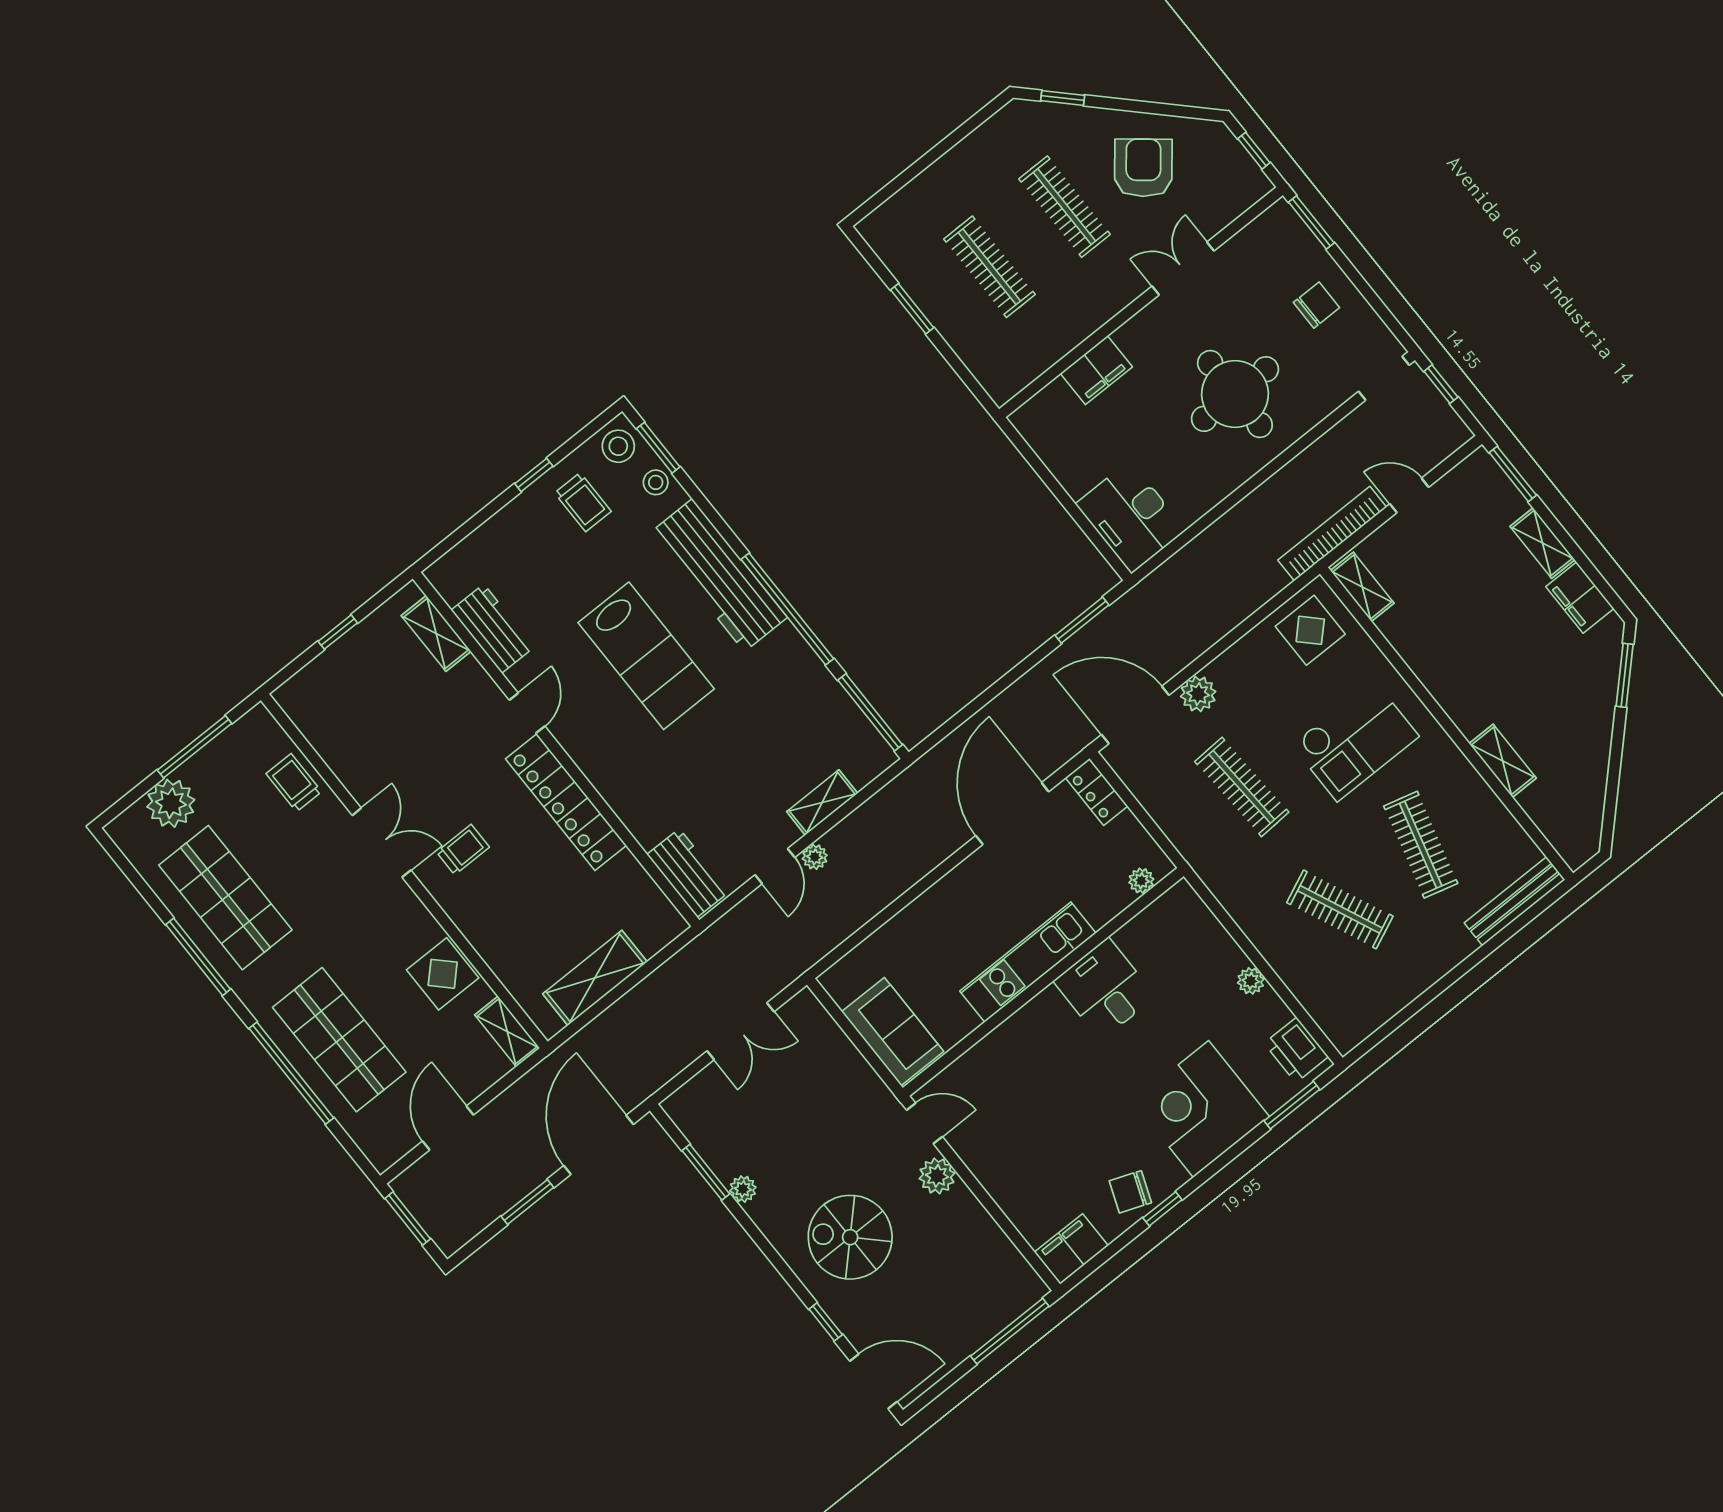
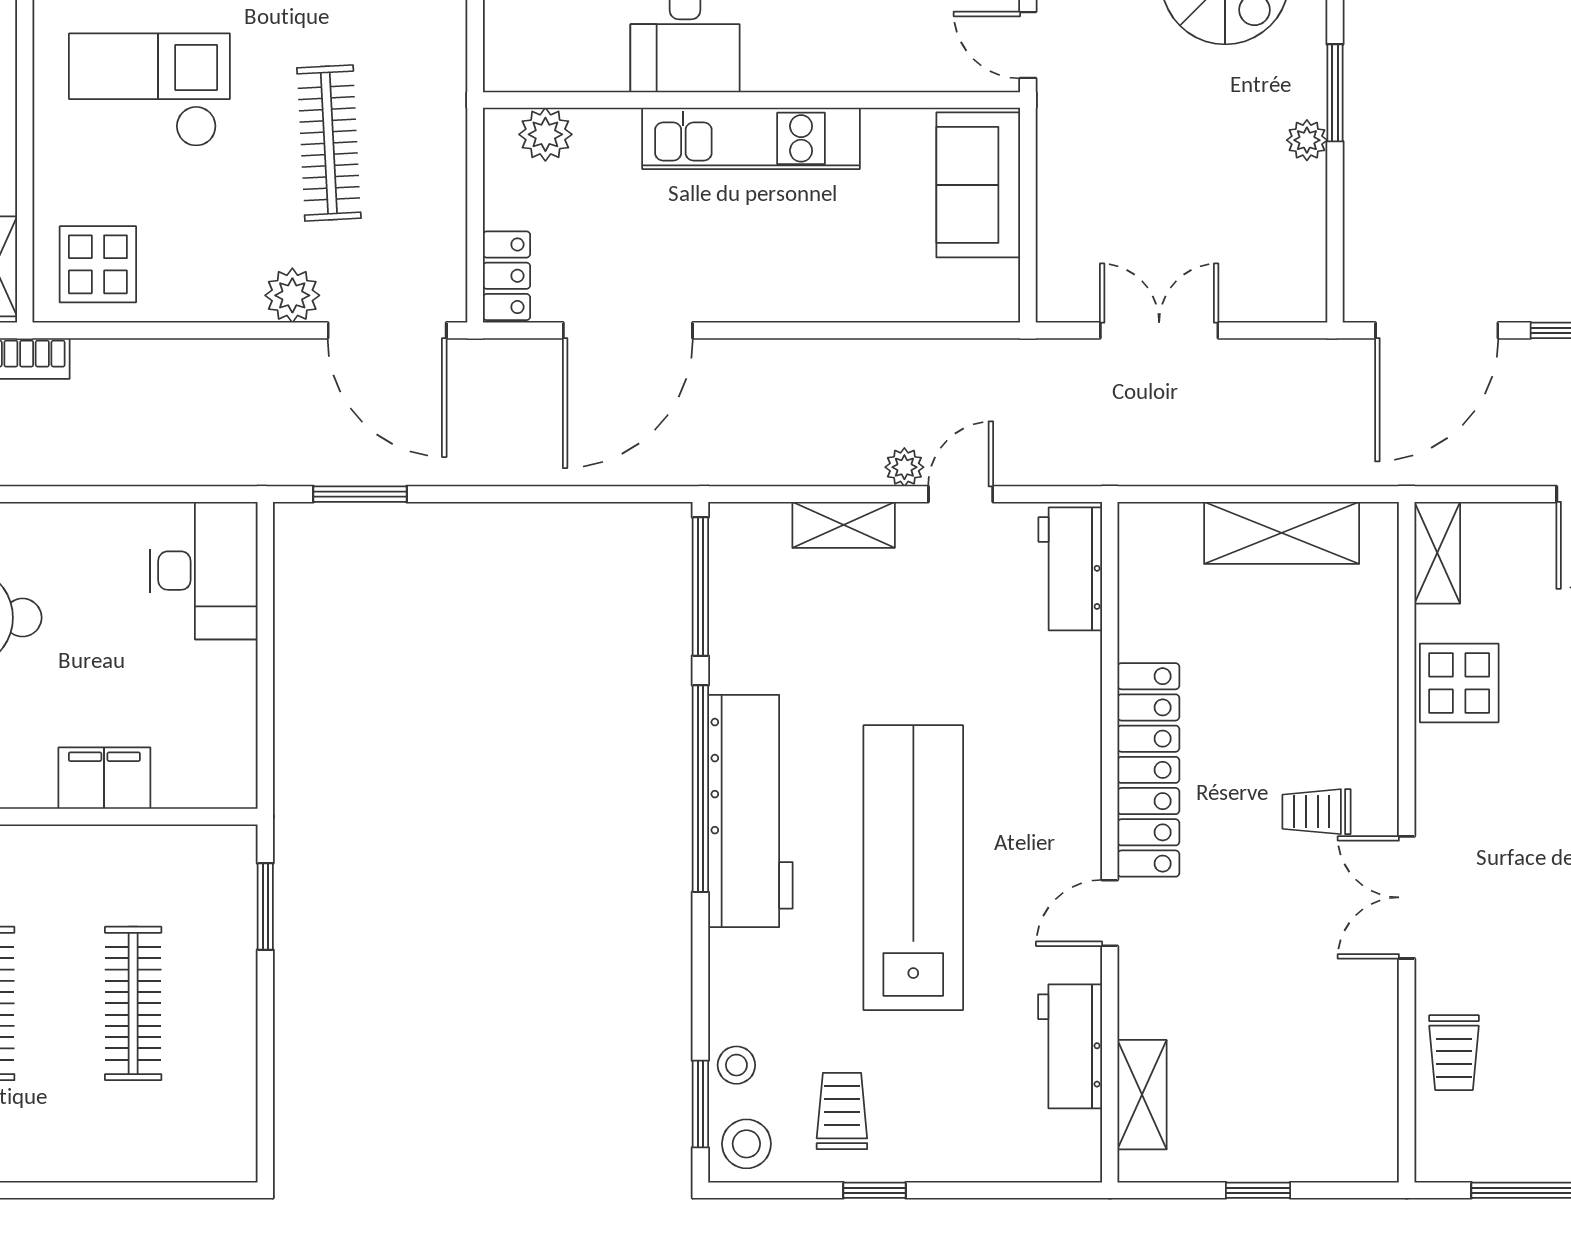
window: (912, 309) -> (265, 907), moved
workbench: (718, 575) -> (750, 811), moved
lab bench: (646, 656) -> (913, 868), width x1.36
plant: (1141, 881) -> (545, 134), width x1.38, depth x1.38
window: (706, 1172) -> (1335, 93), moved

